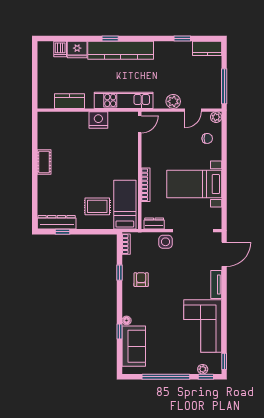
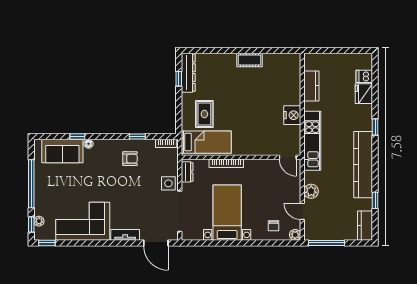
kitchen counter: (121, 50) -> (363, 165), moved

